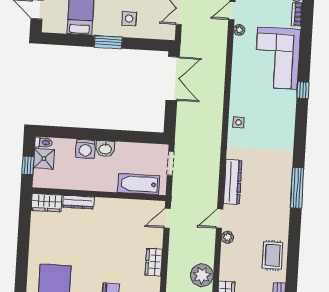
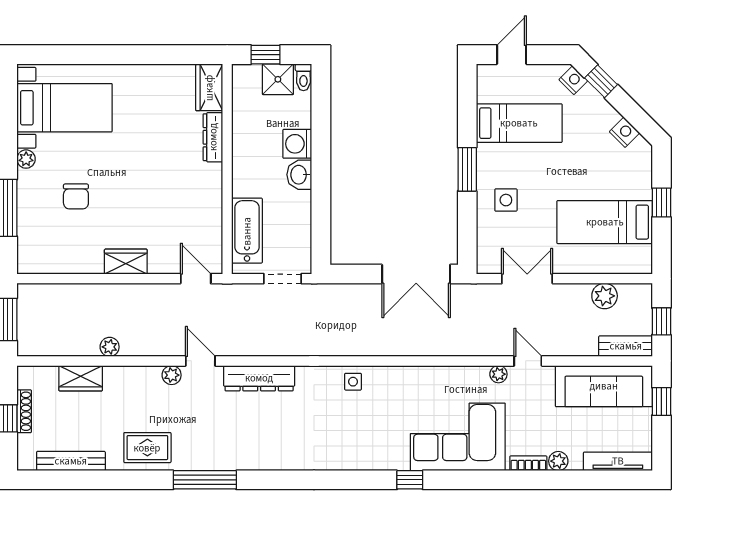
window: (297, 188) -> (205, 480), moved
plant: (202, 275) -> (110, 347), width x0.53, depth x0.53

